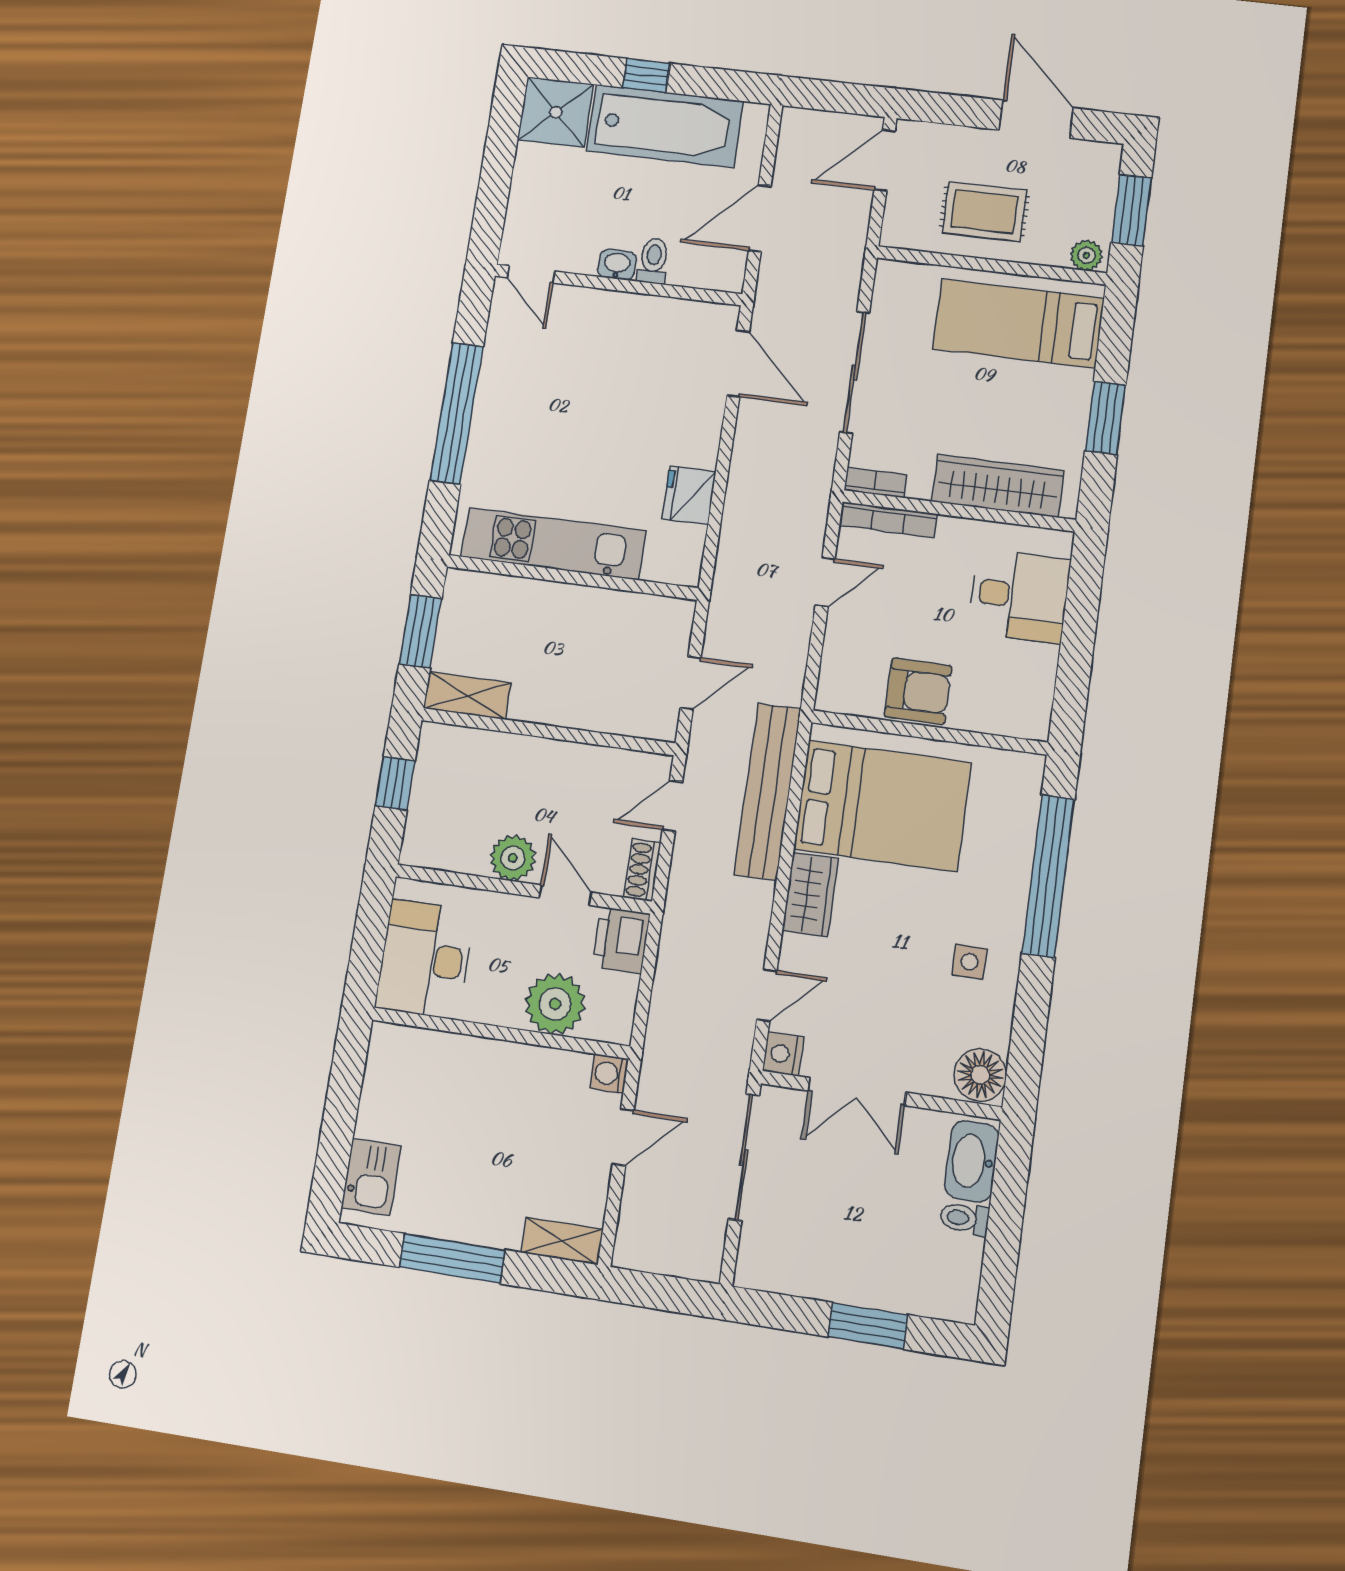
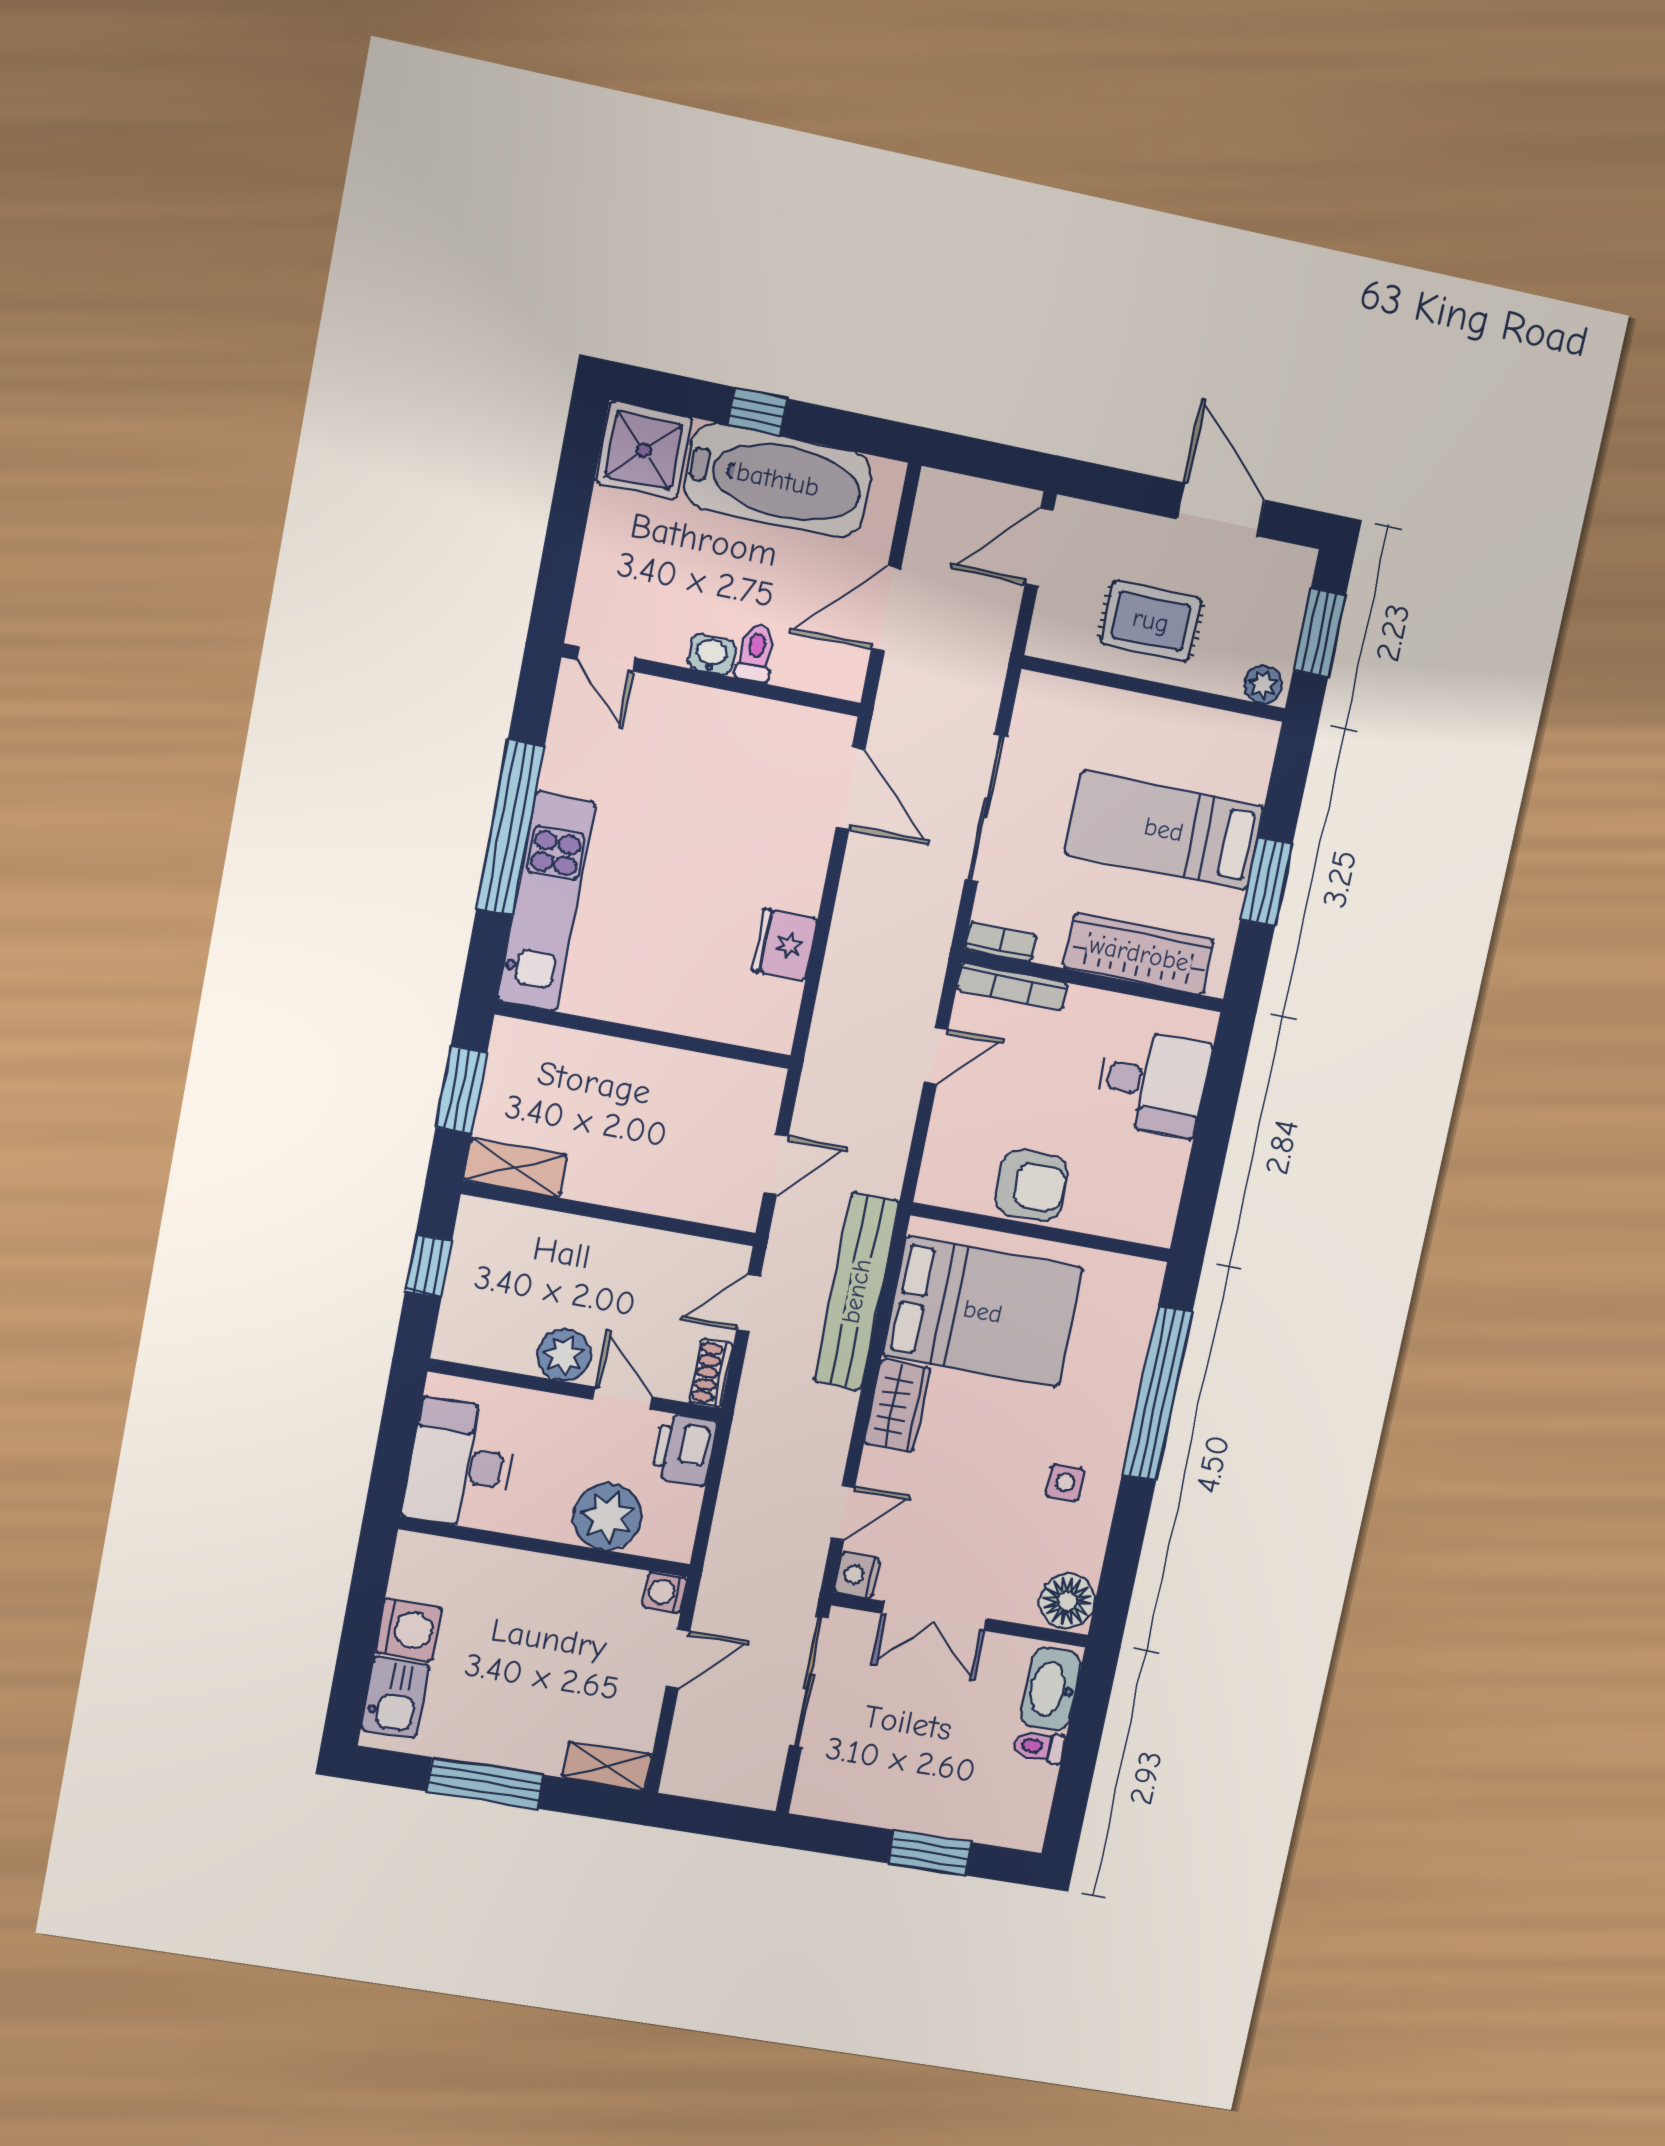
bed: (1018, 323) -> (1164, 830), moved
kitchen unit: (553, 544) -> (546, 901), moved, turned 90
washing machine: (382, 1113) -> (409, 1630), added

